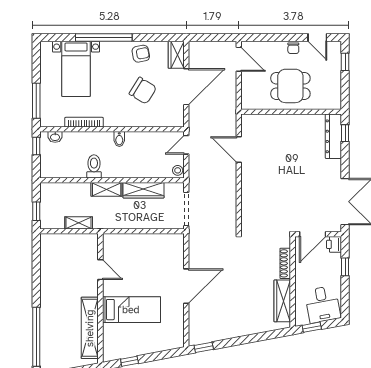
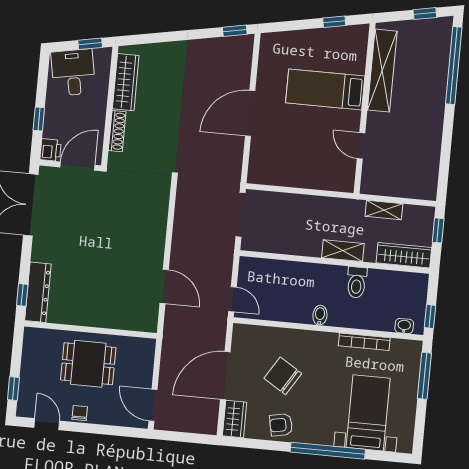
door: (186, 145) -> (233, 299), hinge flipped
stool: (178, 170) -> (247, 267), removed
wardrobe: (143, 190) -> (404, 255), moved

